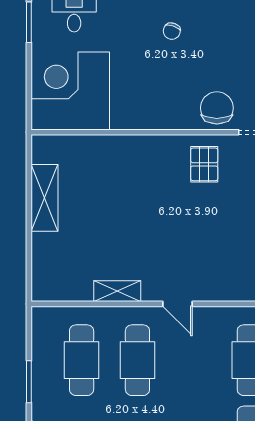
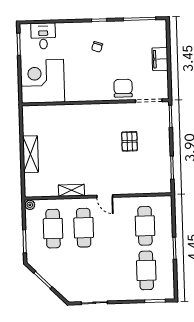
pallet: (204, 164) -> (130, 141), moved
shelving: (45, 198) -> (31, 154), moved
plant: (41, 316) -> (30, 205), added

